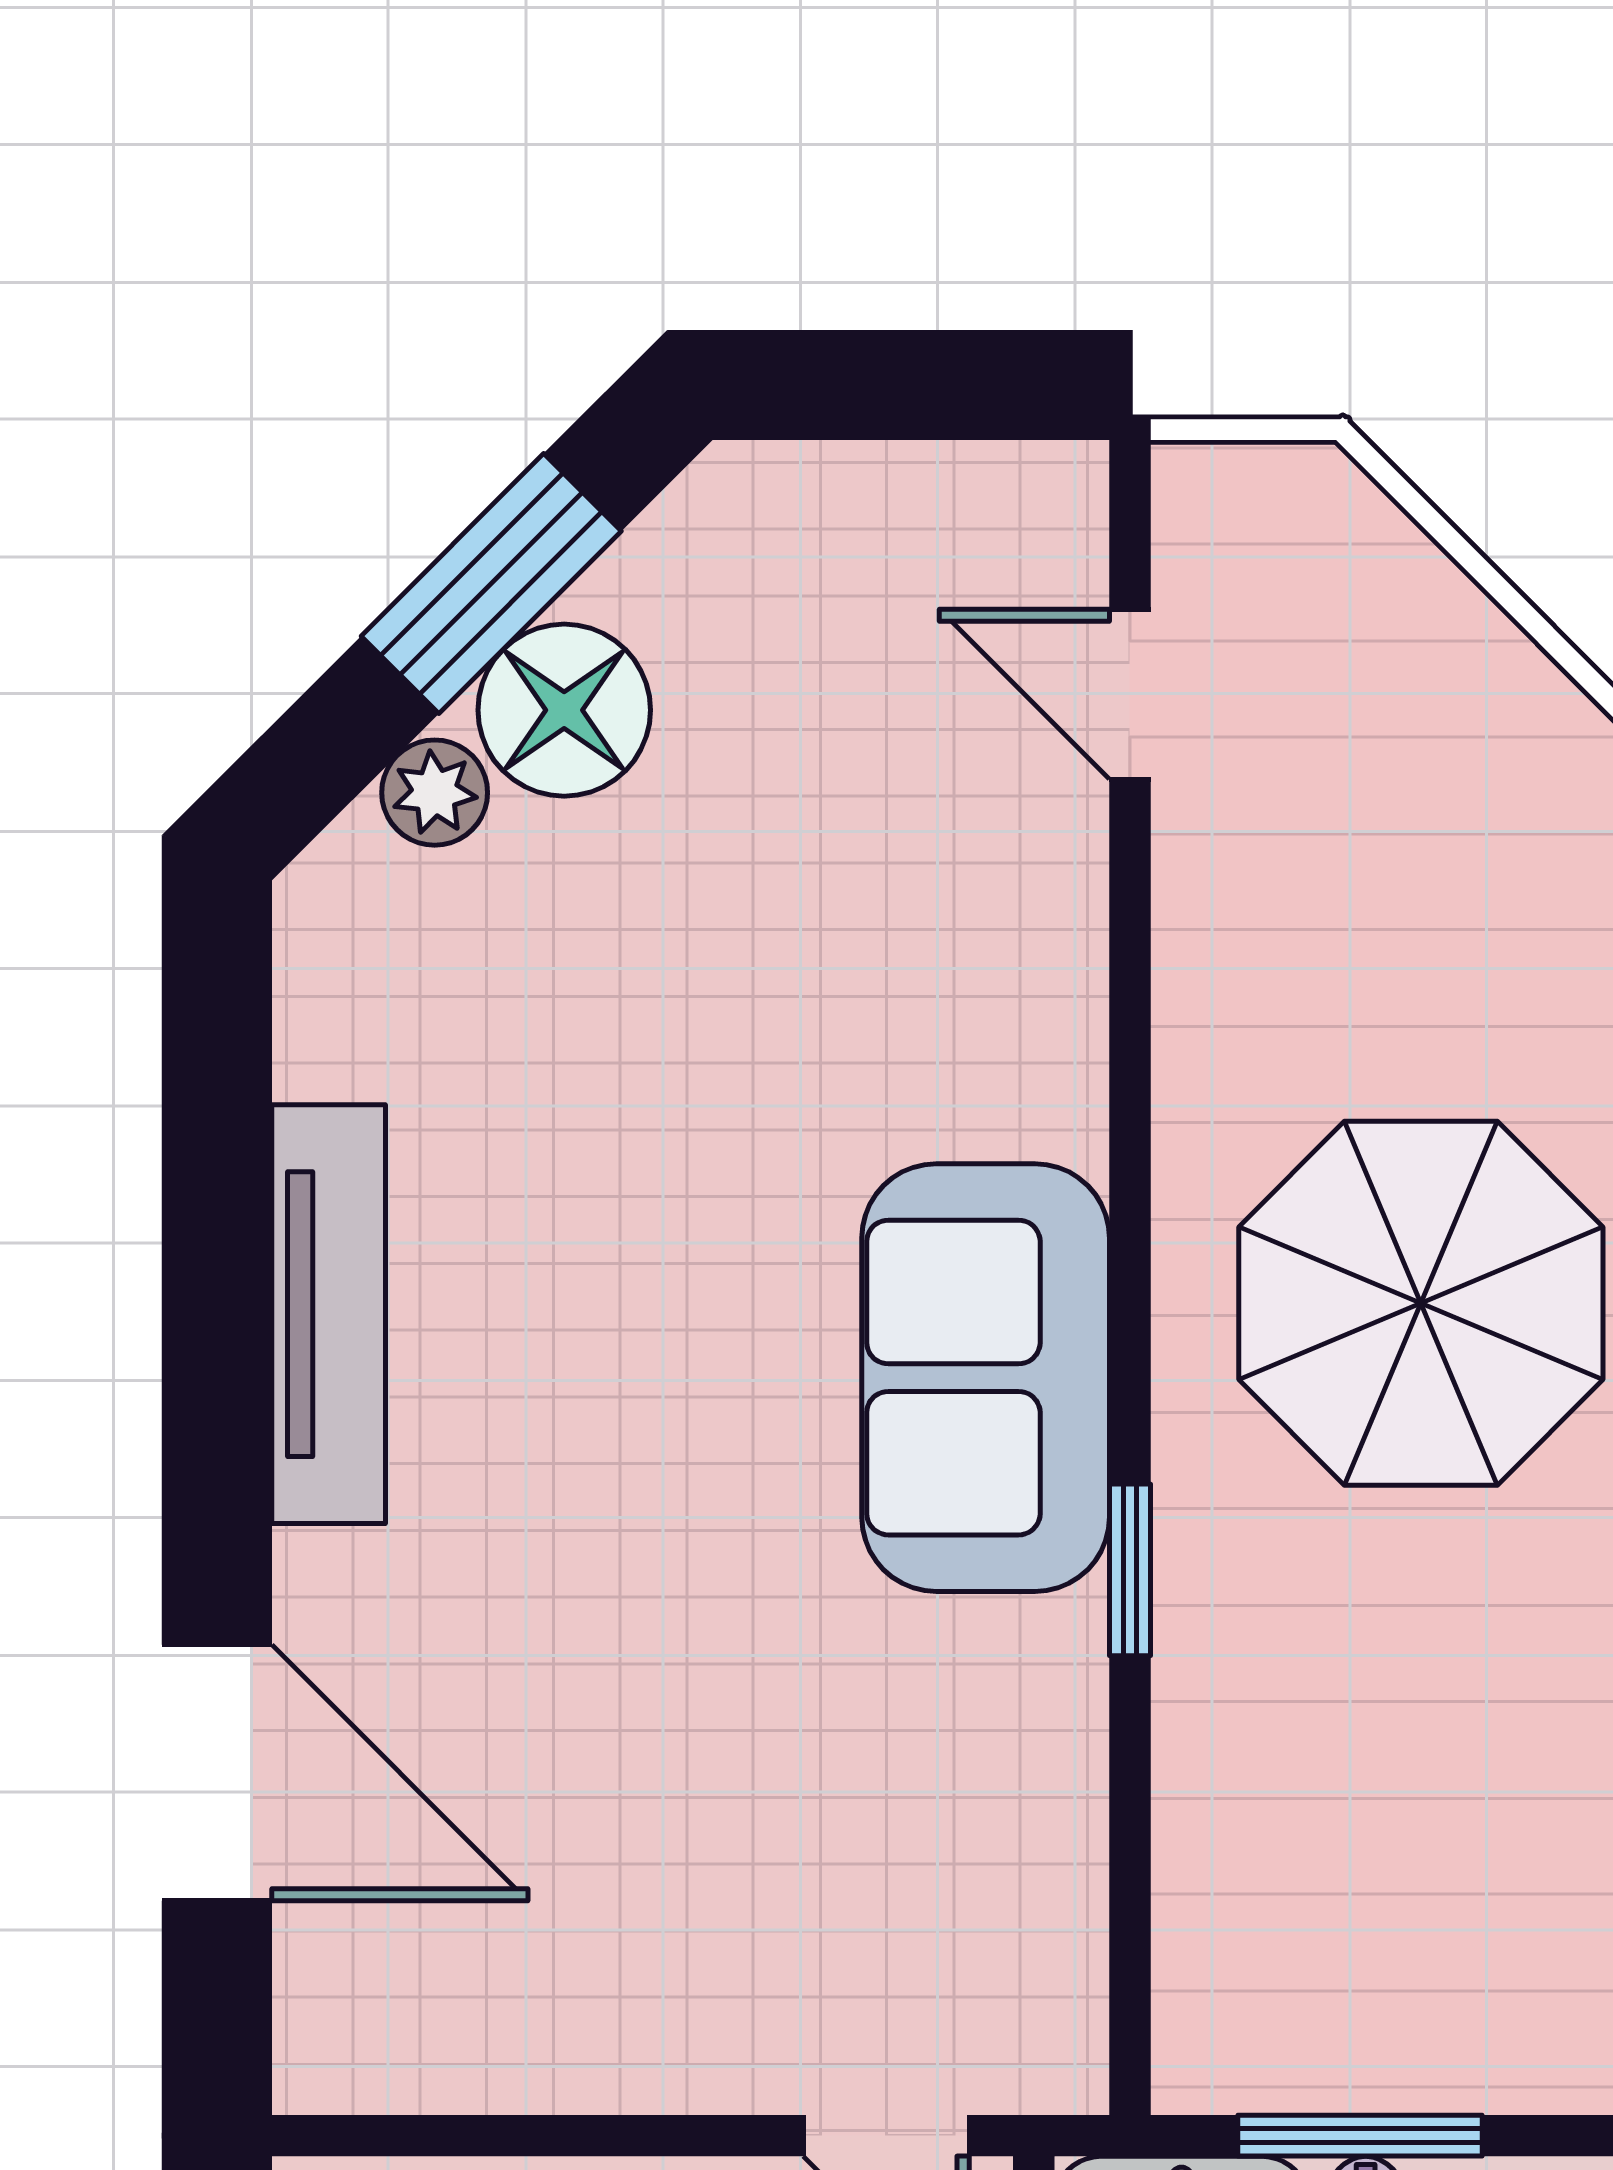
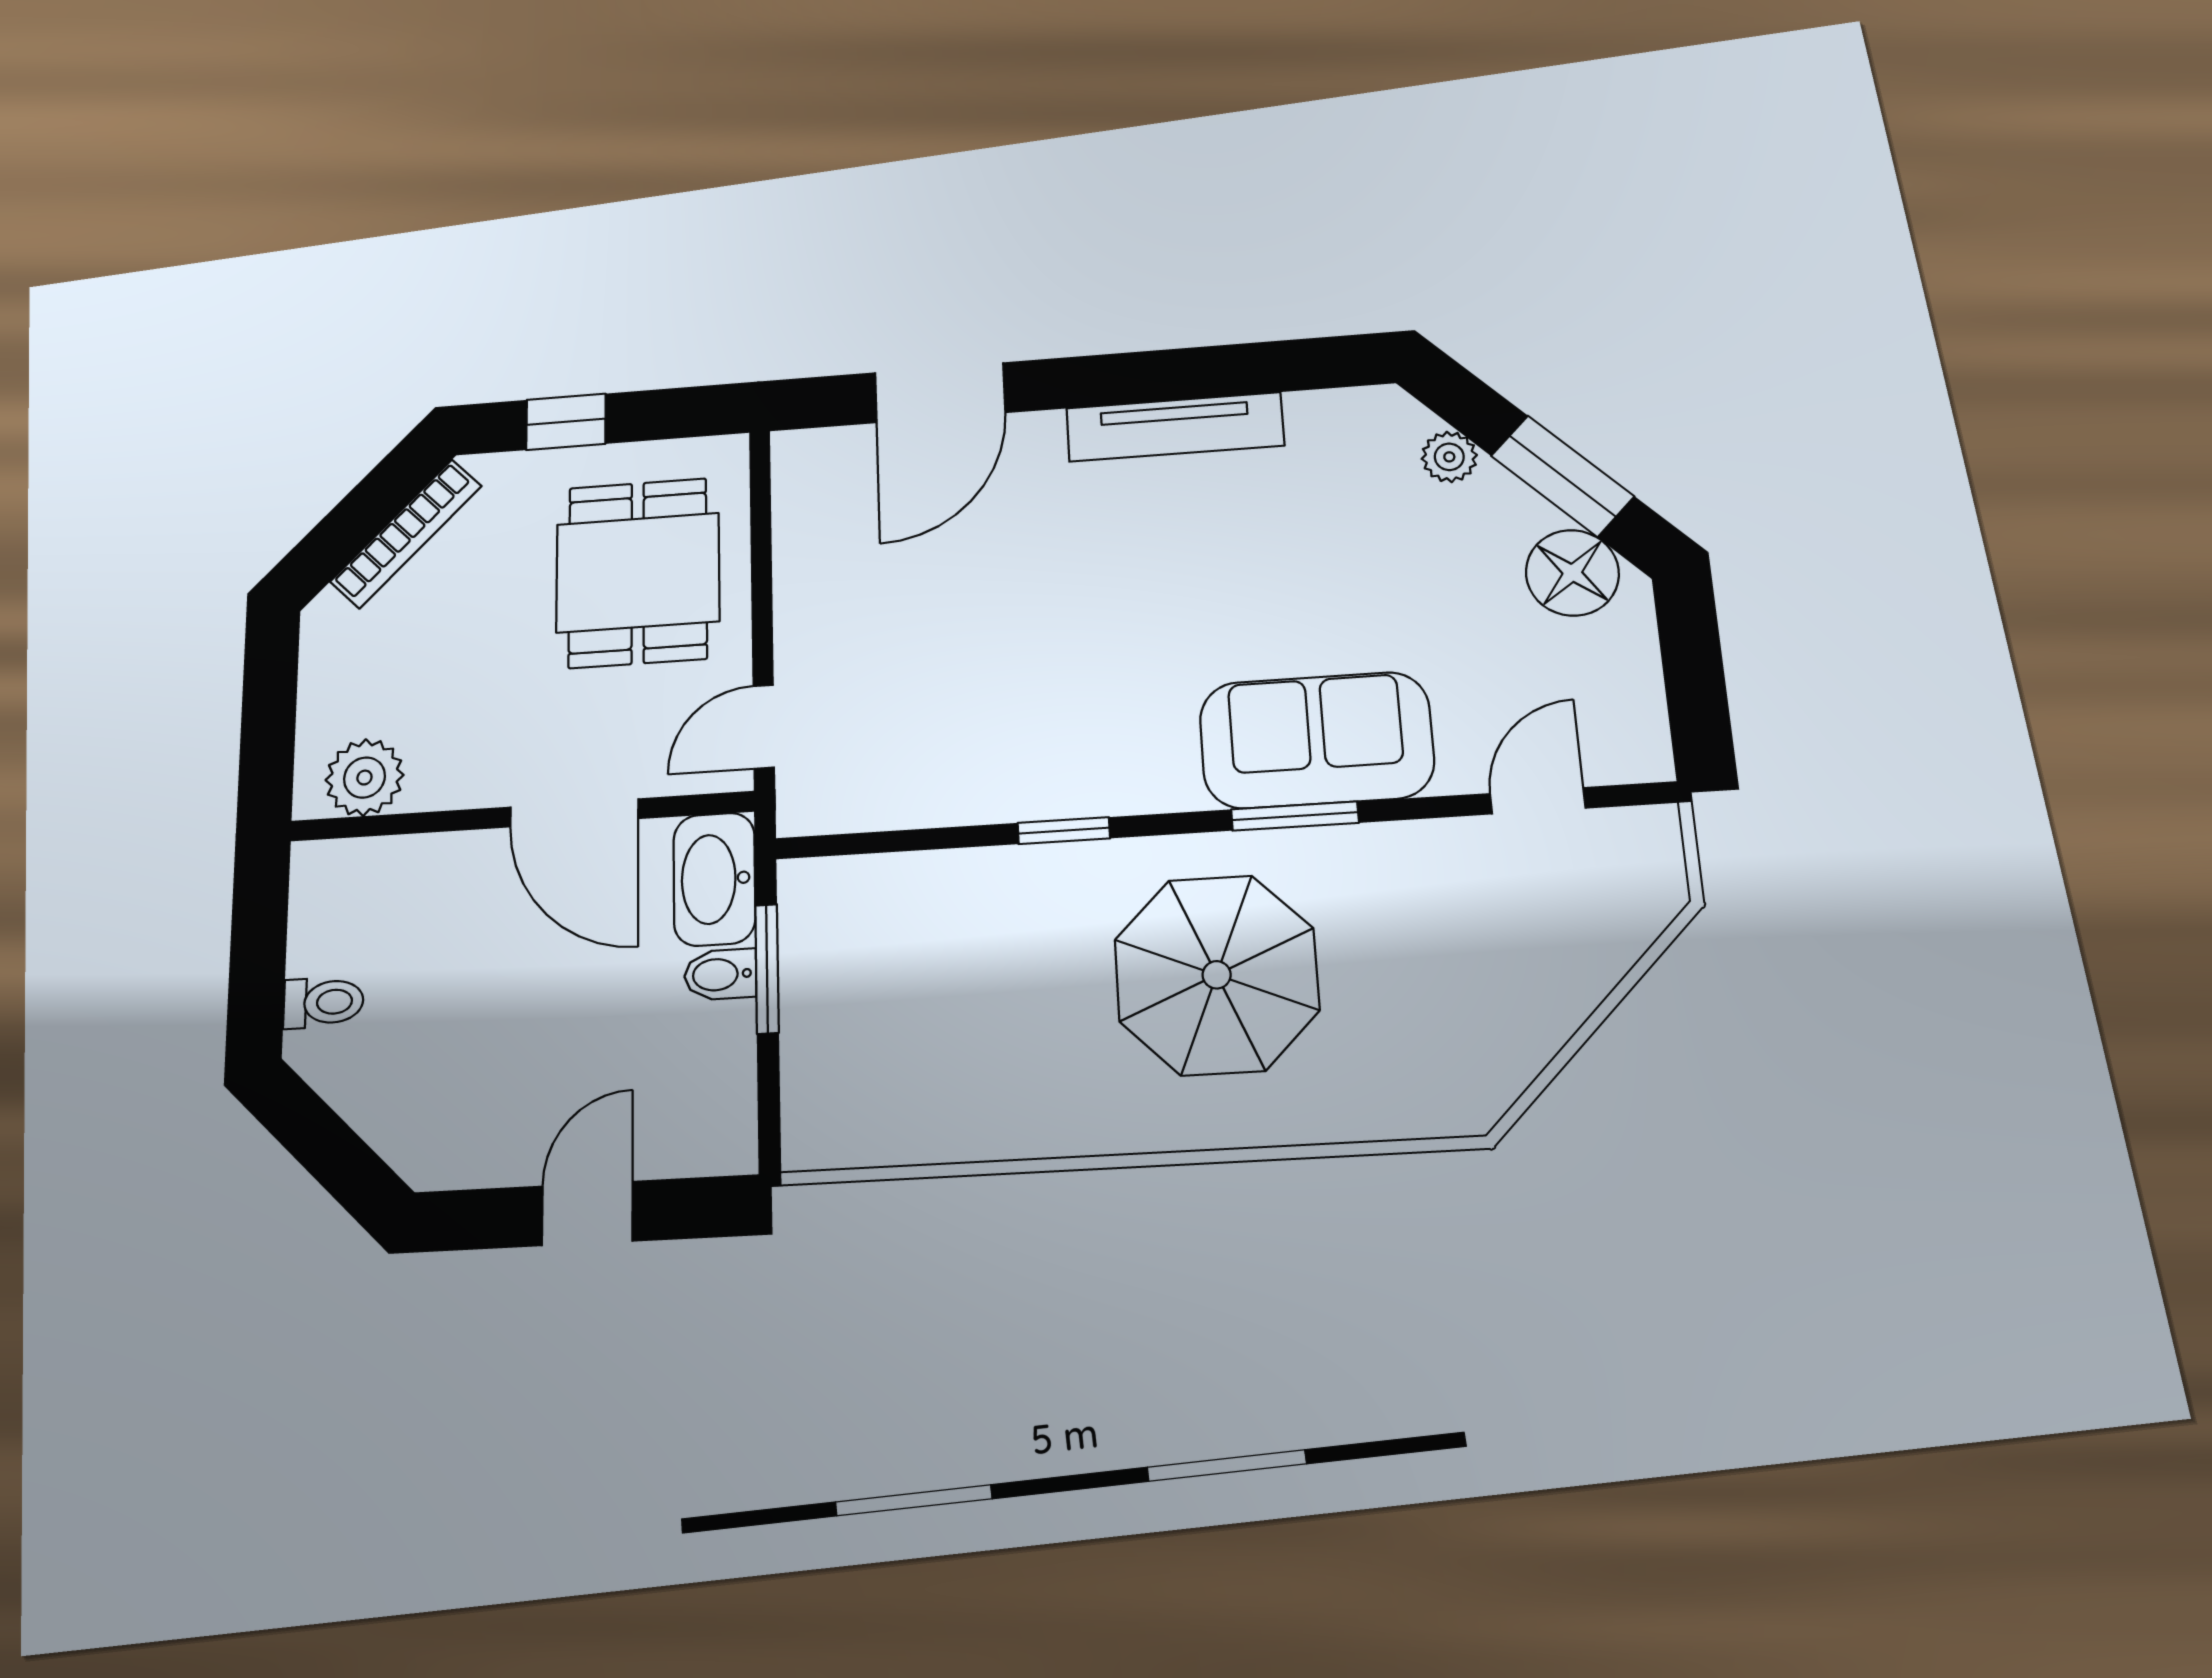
floor lamp: (564, 710) -> (1572, 573), moved
window: (1130, 1139) -> (1295, 816), added
sofa: (986, 1378) -> (1316, 740), moved

